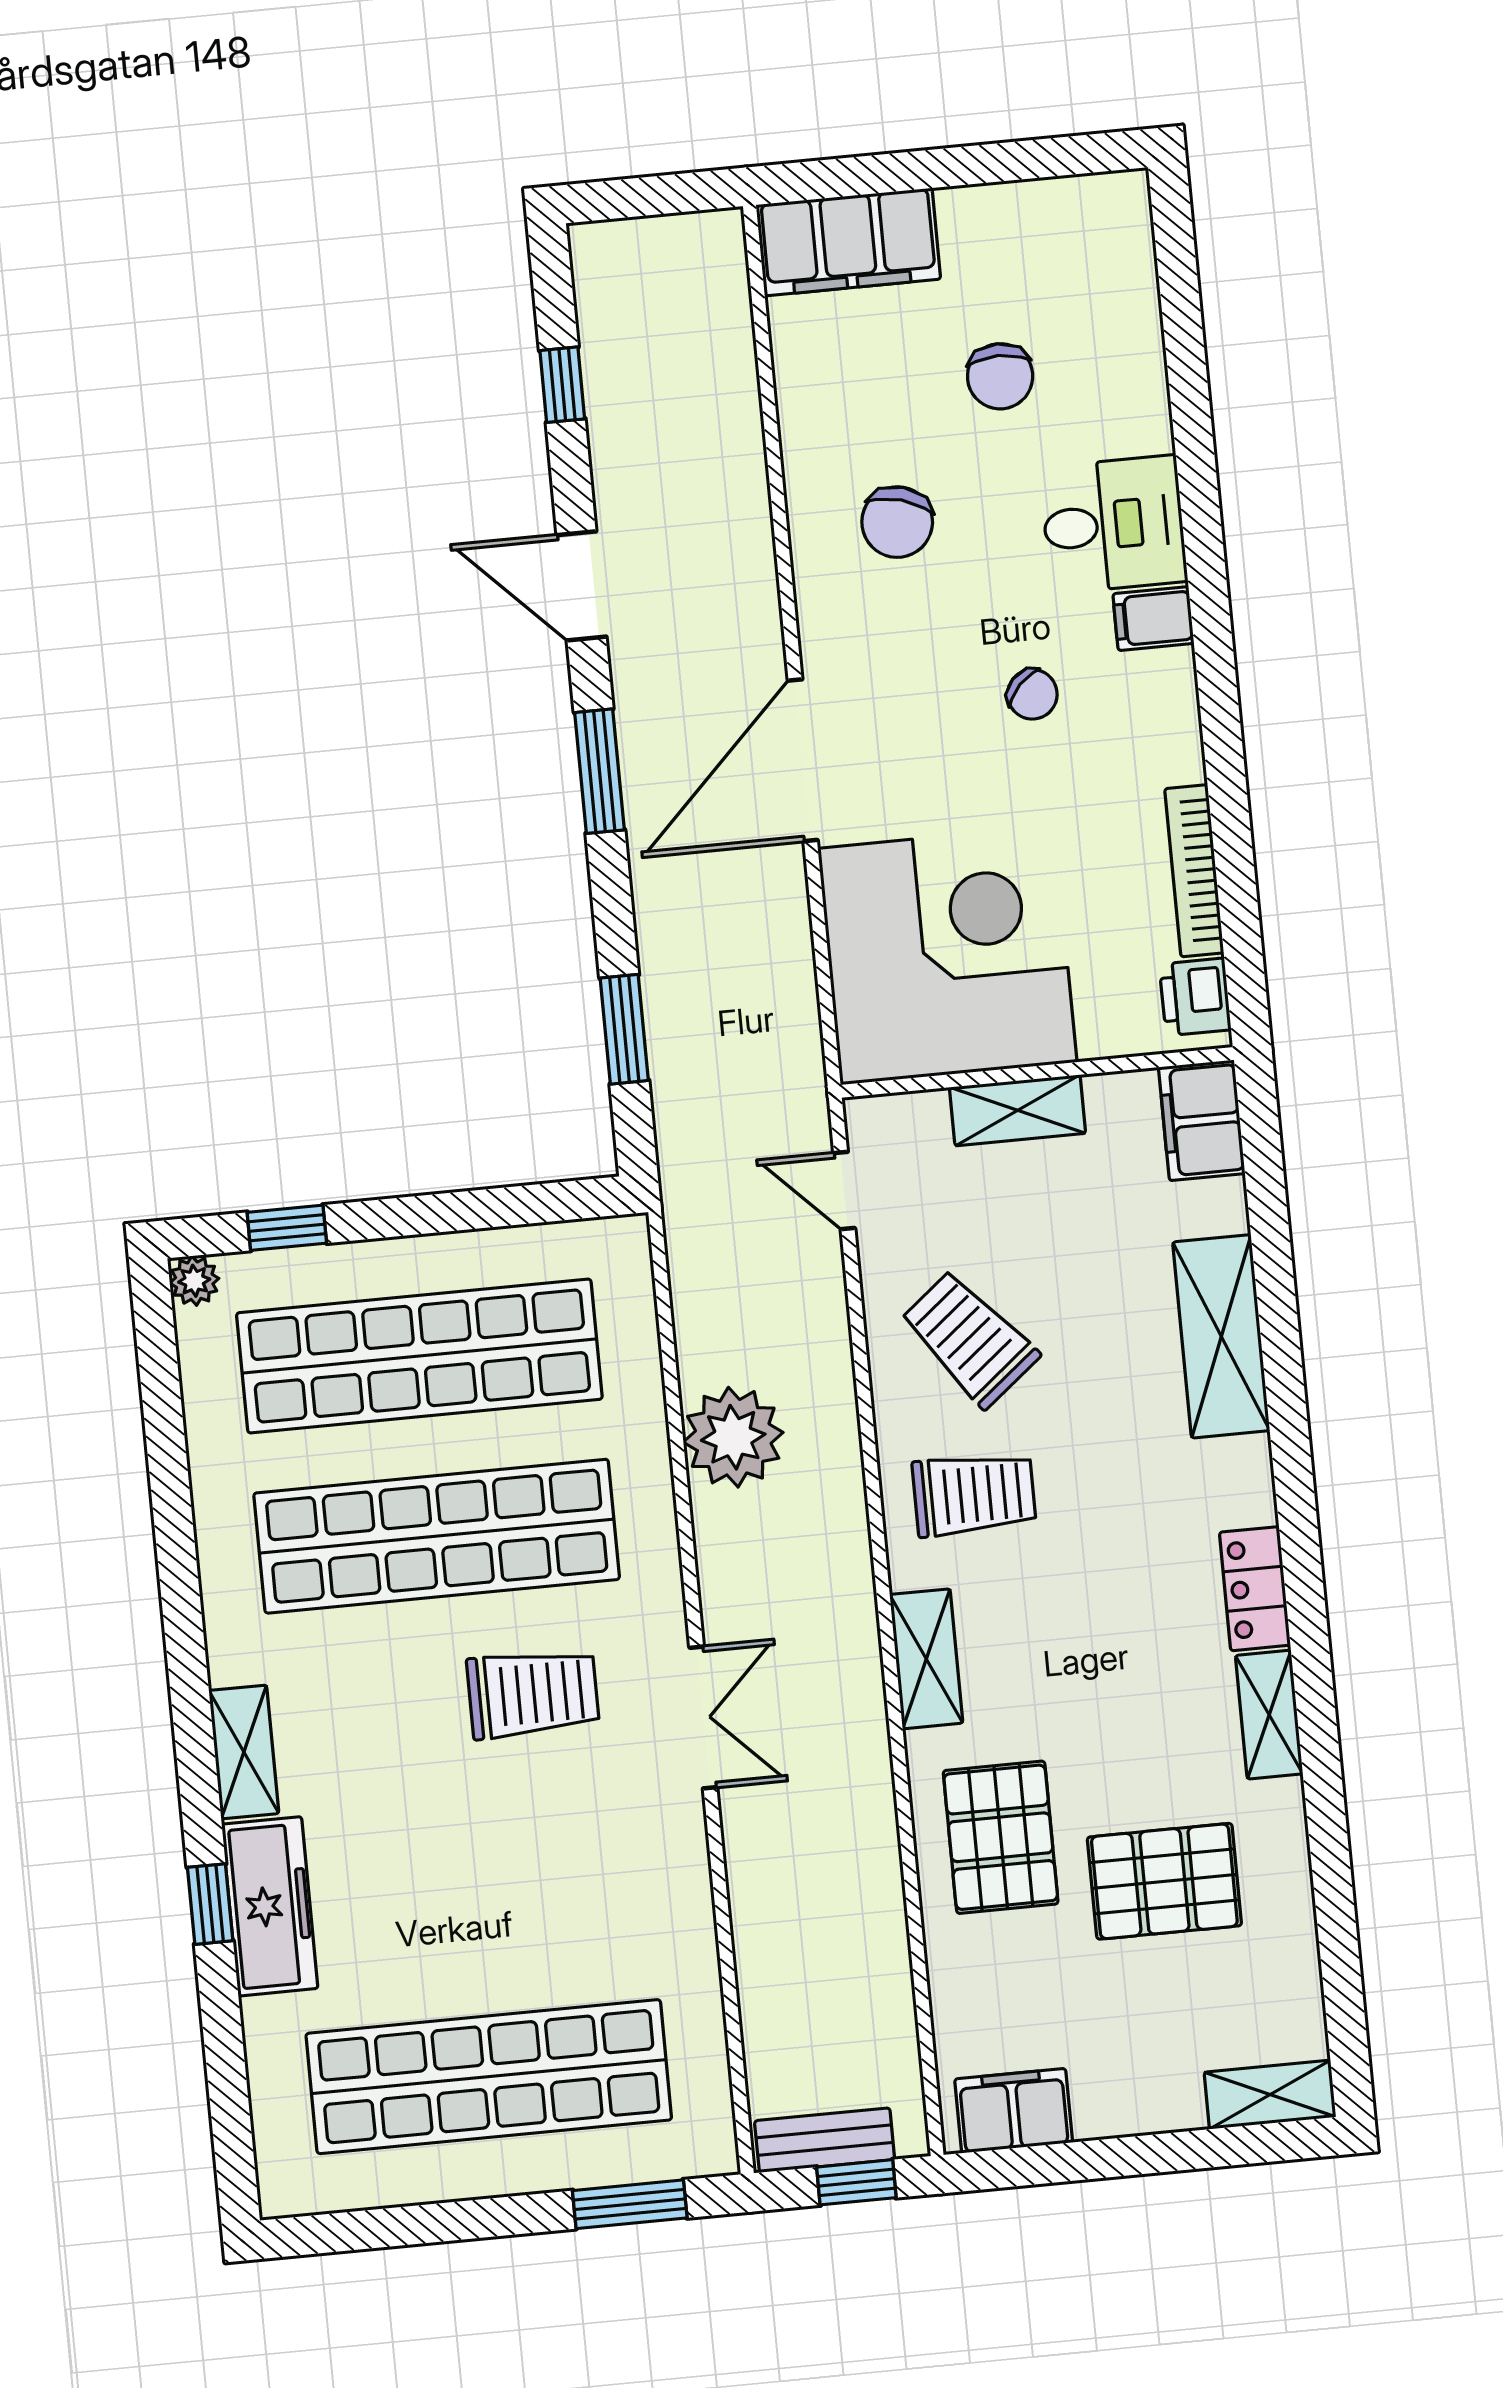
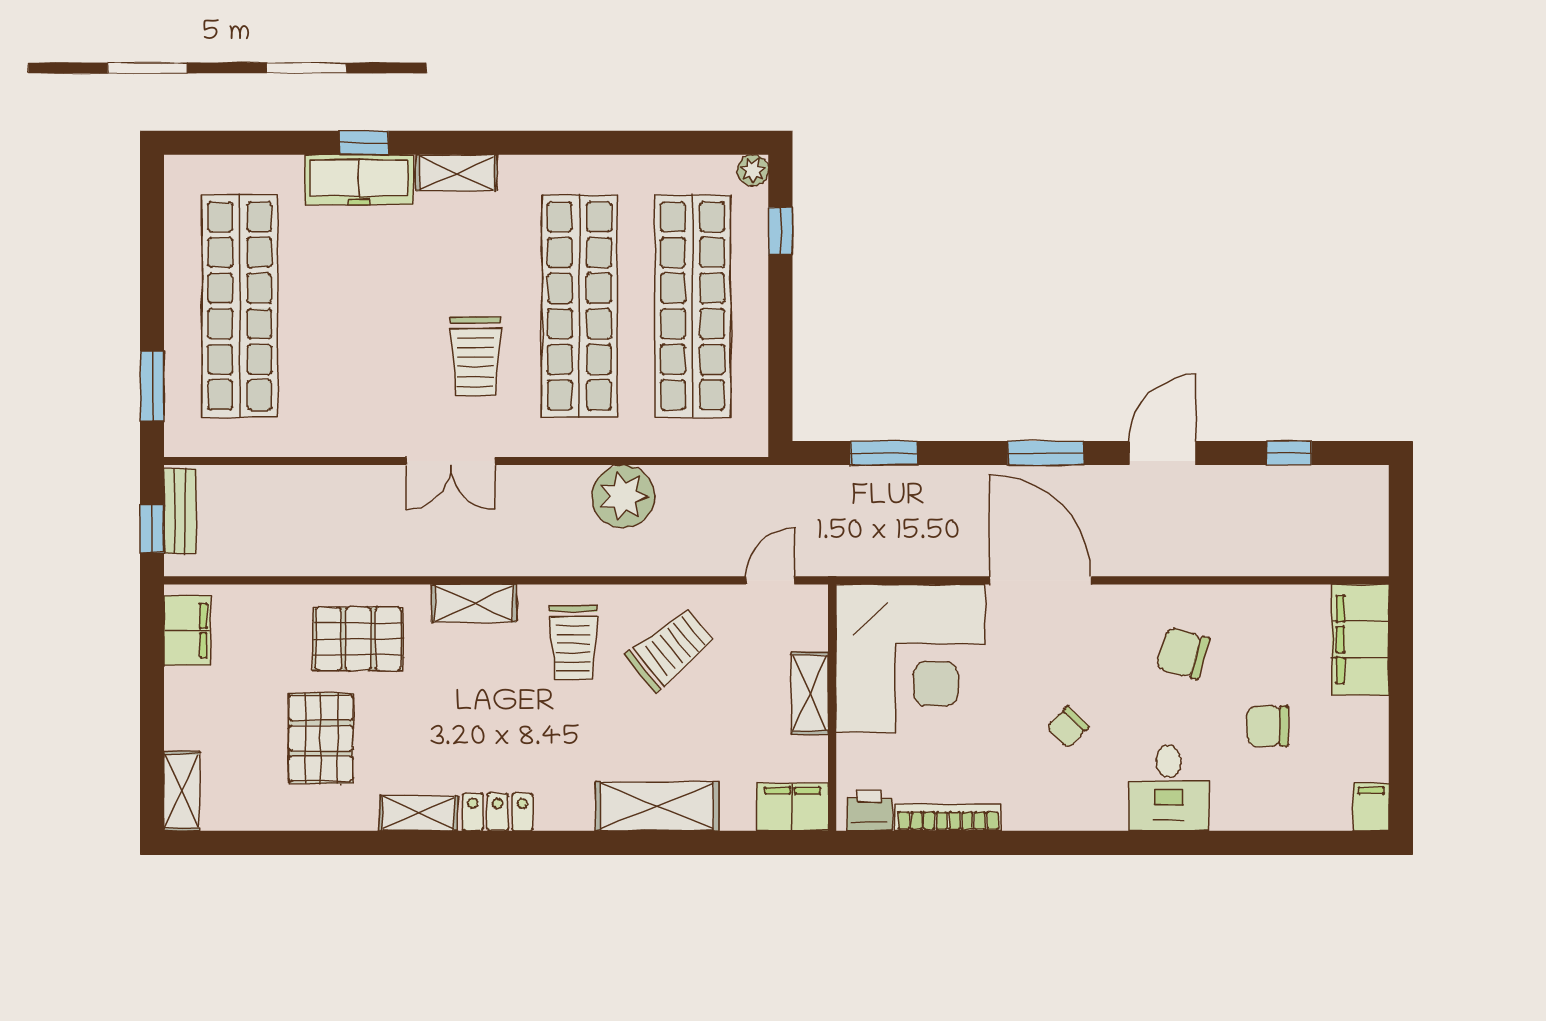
filing cabinet: (1153, 619) -> (1371, 807), moved

